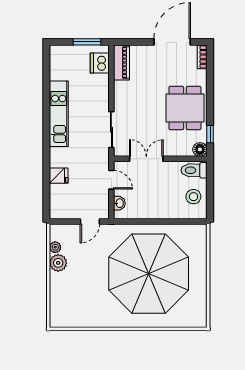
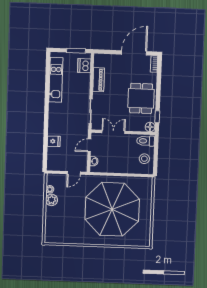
piano: (122, 62) -> (99, 80), moved
kitchen unit: (59, 114) -> (56, 80), moved
door: (111, 180) -> (89, 145), swing flipped

